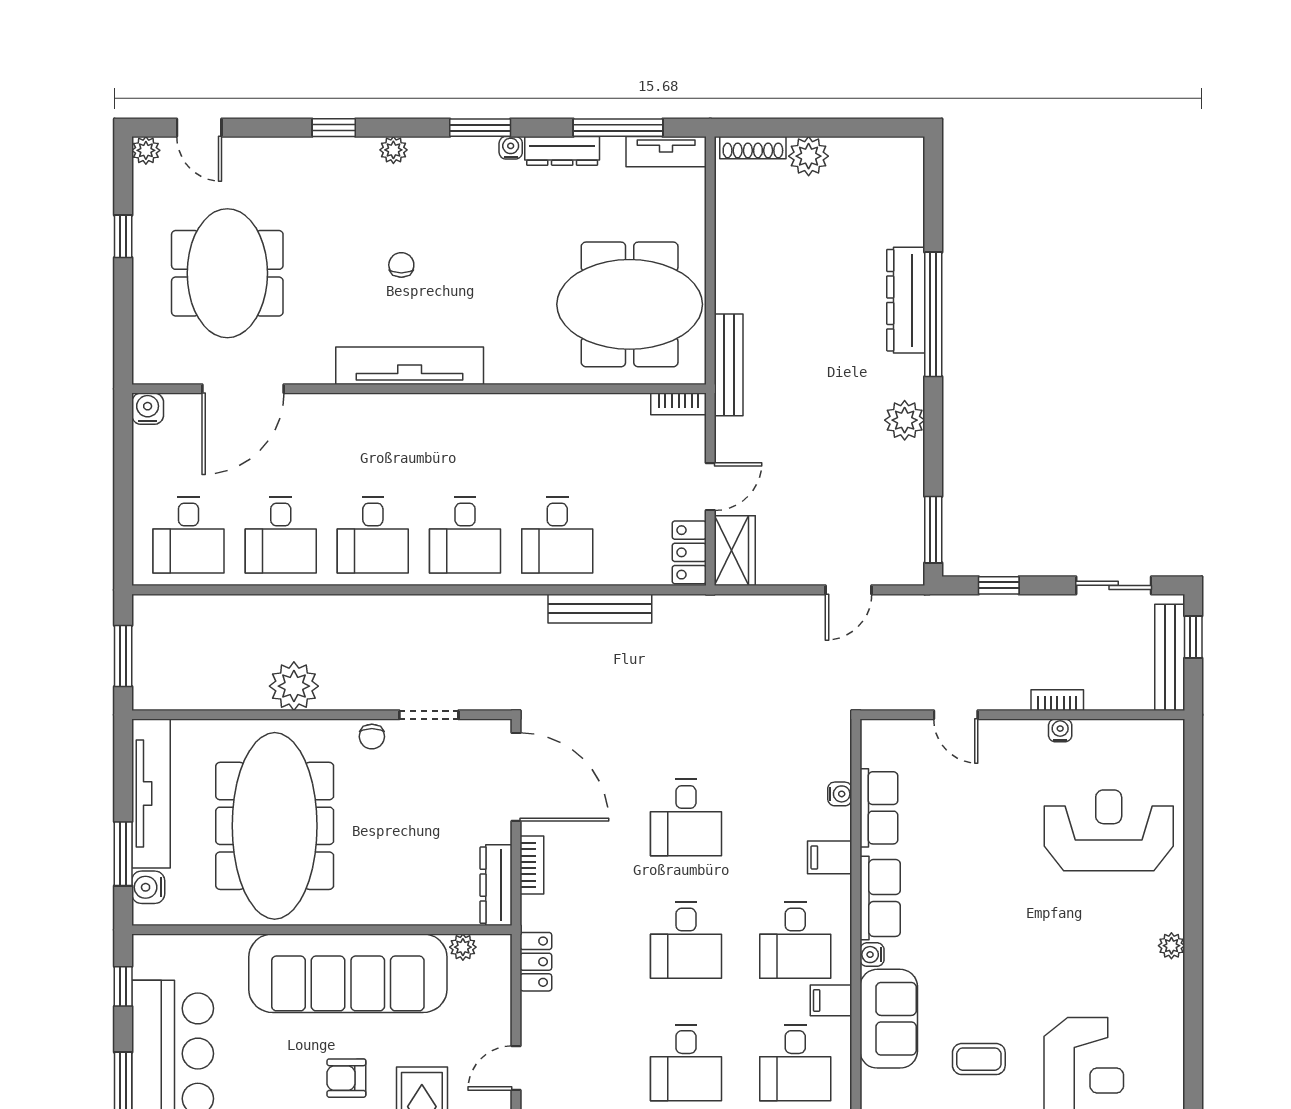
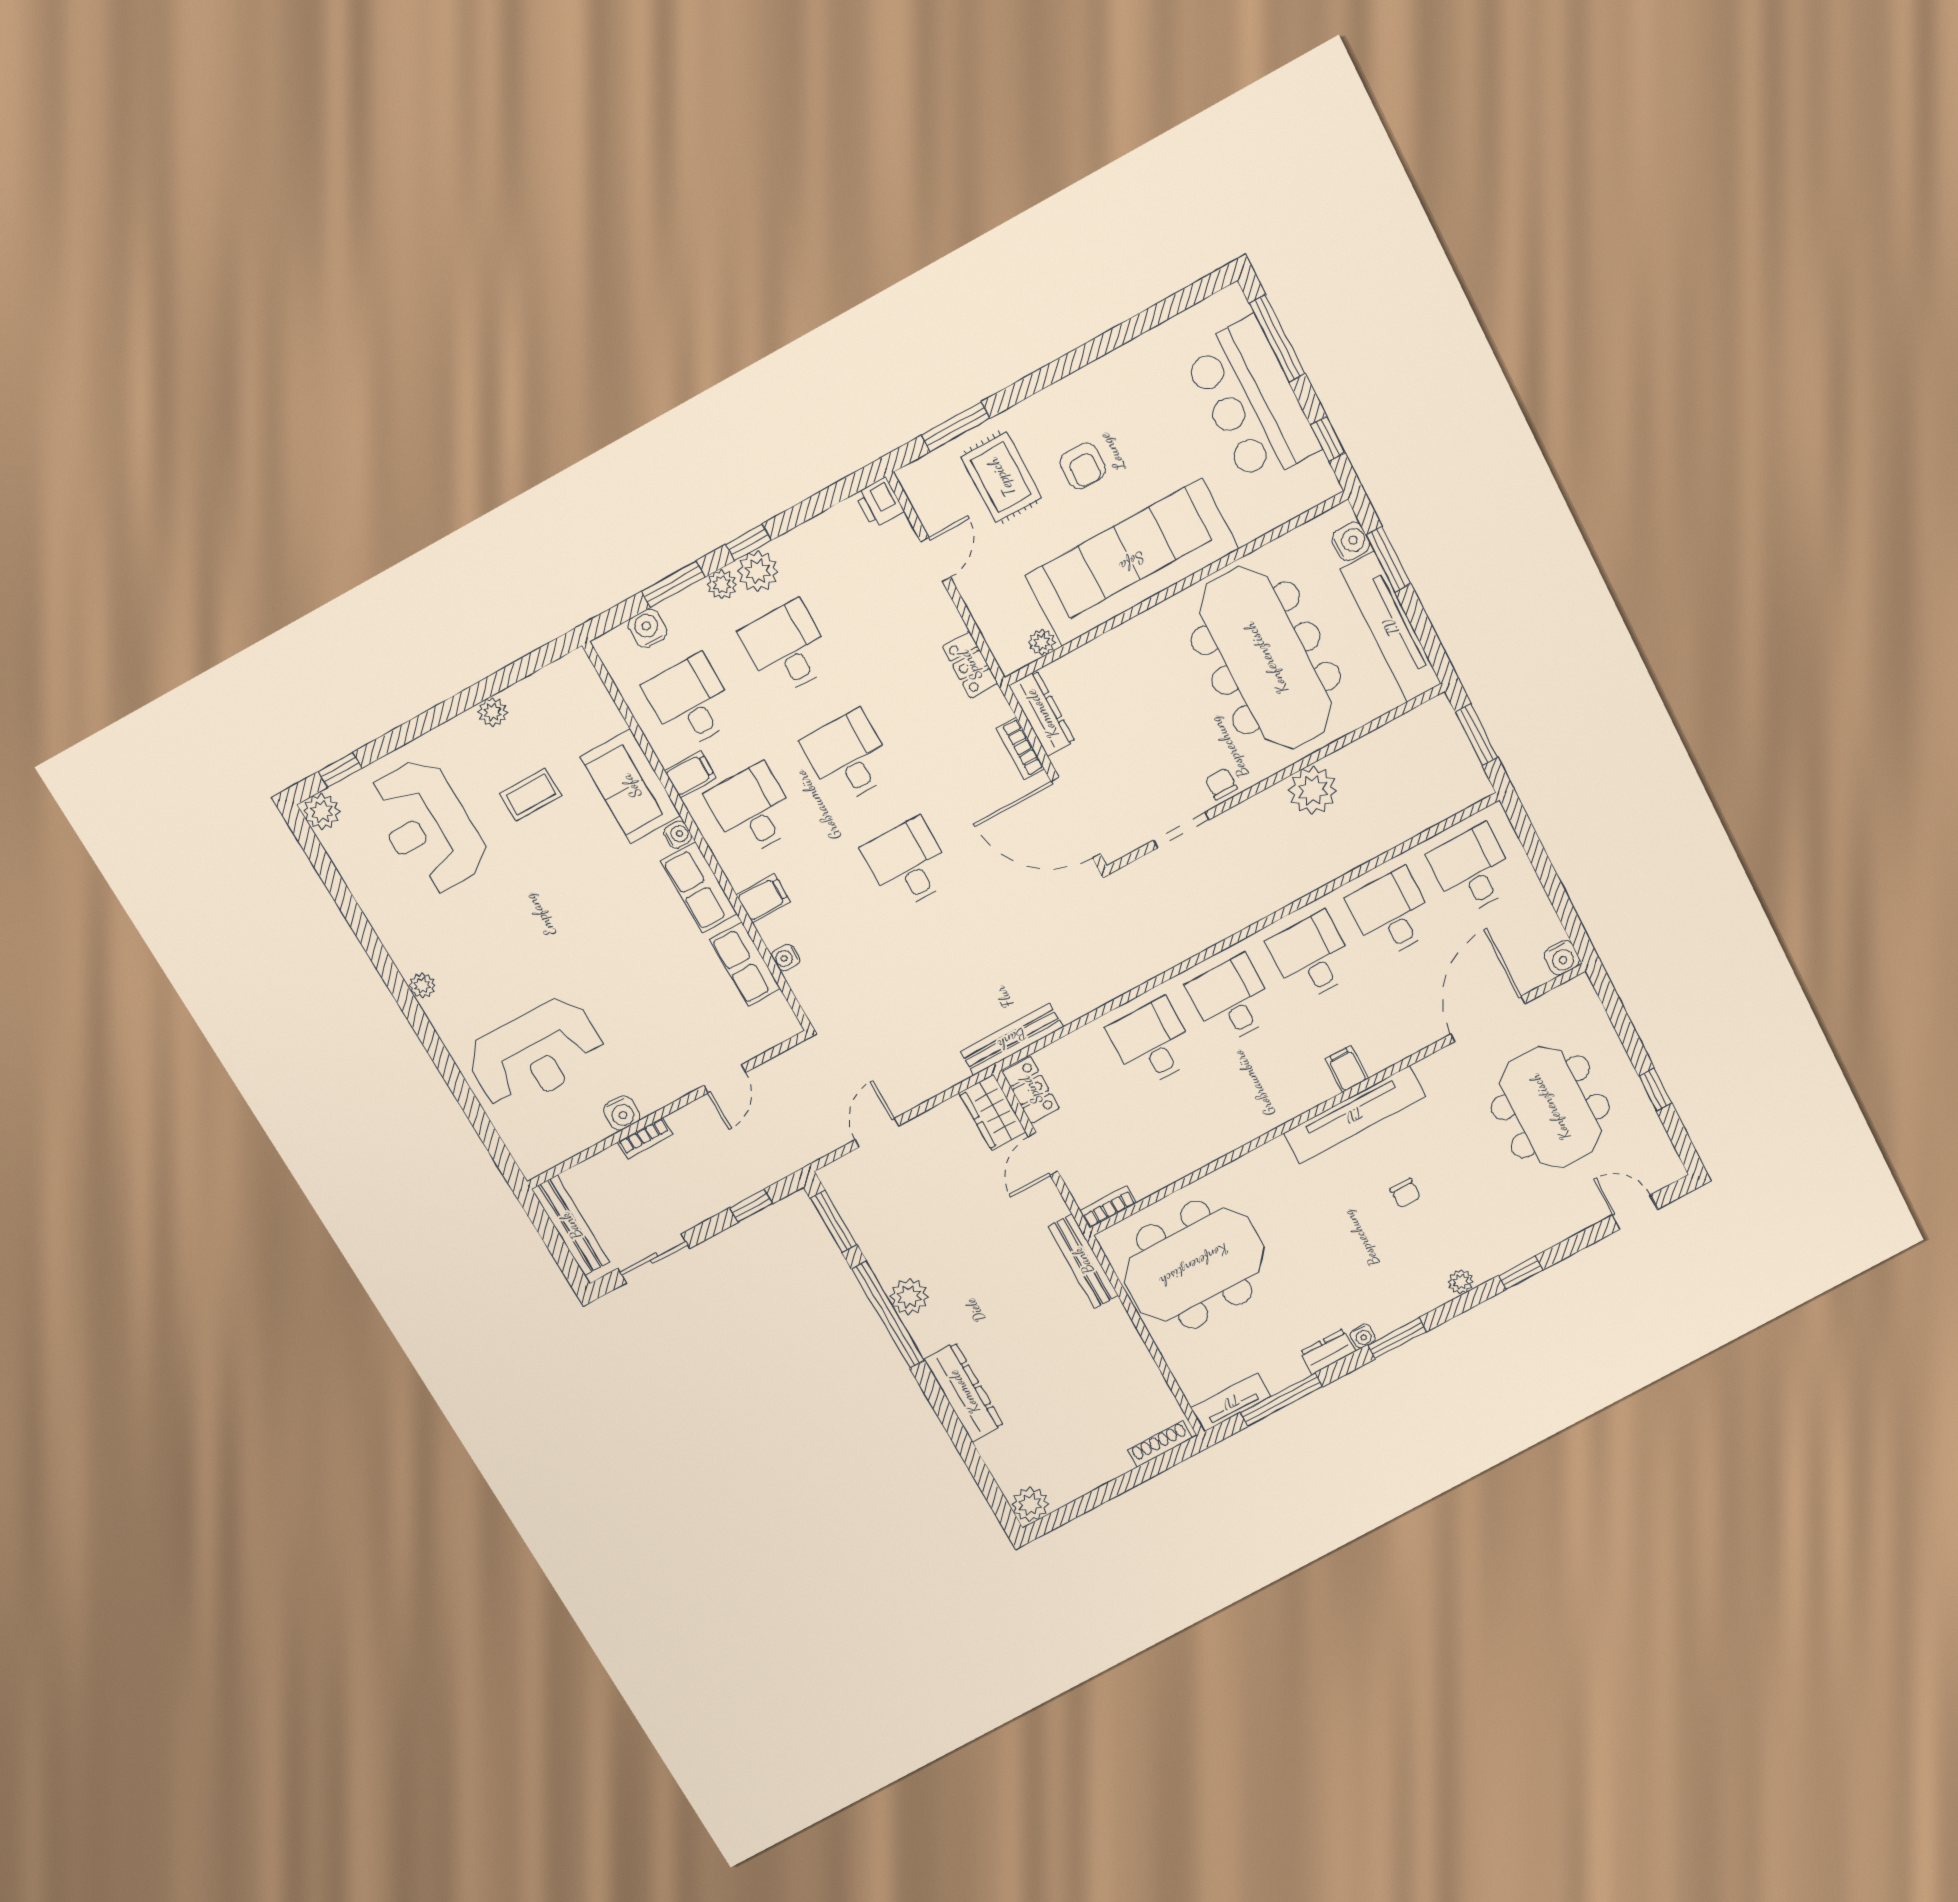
plant: (146, 150) -> (1671, 1170), removed
dresser: (562, 151) -> (1328, 1351), width x0.70
plant: (809, 156) -> (1030, 1504), moved
window: (933, 314) -> (888, 1315), moved
filing cabinet: (395, 413) -> (1347, 1069), added
bench: (600, 609) -> (1012, 1039), moved
window: (1193, 637) -> (561, 1253), removed
door: (956, 715) -> (725, 1079), swing flipped
water cooler: (1060, 730) -> (622, 1113), width x1.38, depth x1.38
armchair: (346, 1078) -> (1083, 466), turned 90

